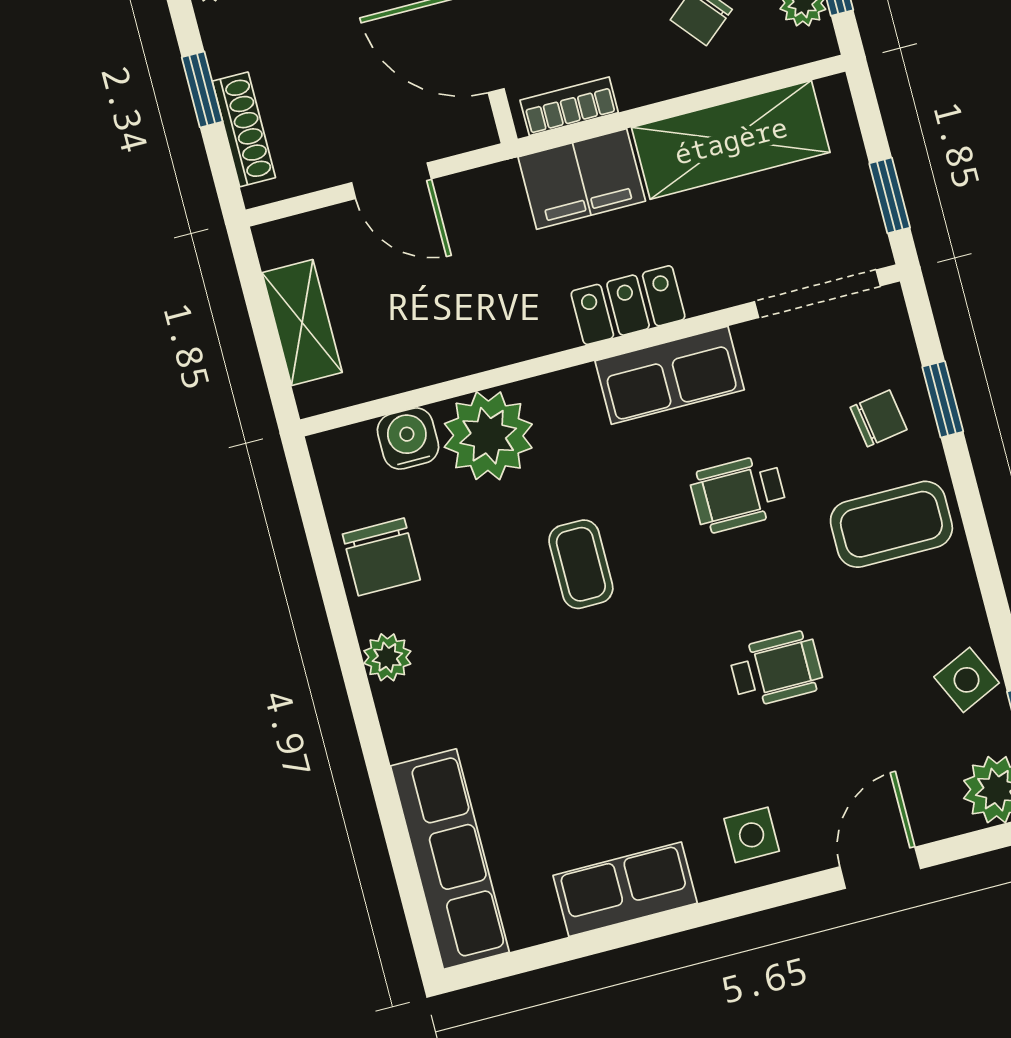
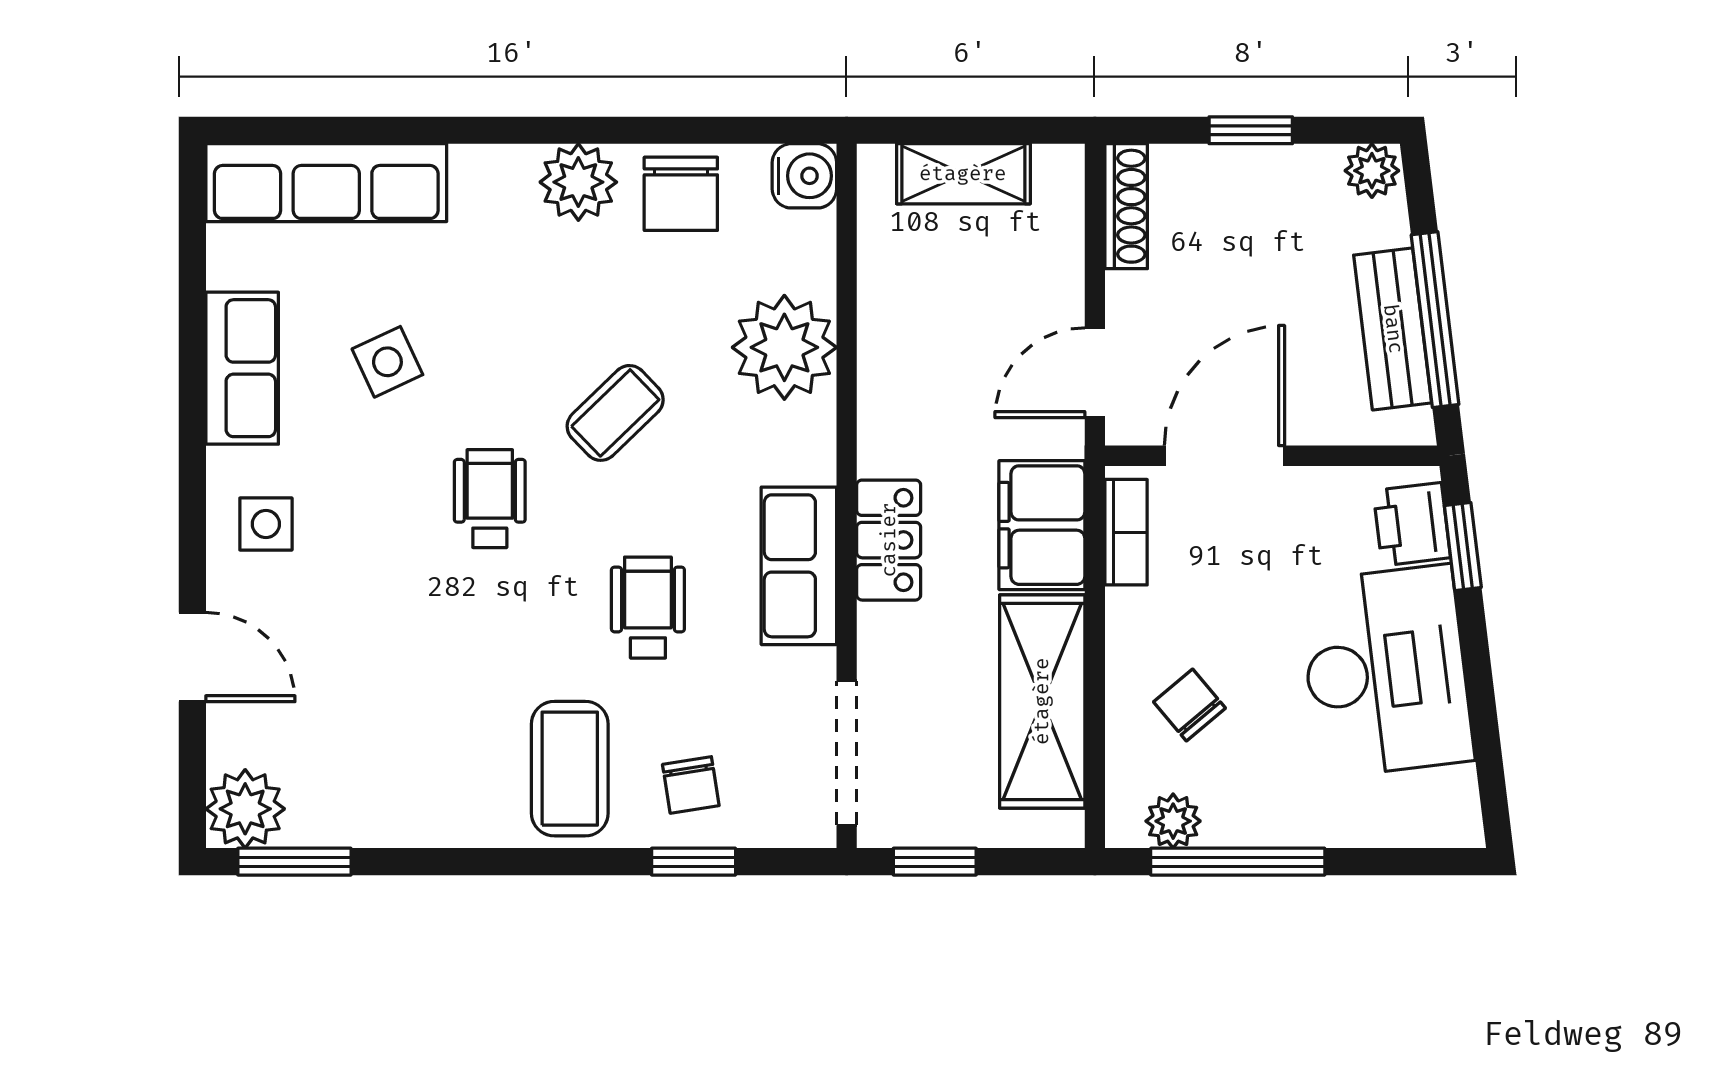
shoe rack: (244, 129) -> (1126, 206), moved, turned -90
door: (391, 181) -> (1095, 373), moved
water cooler: (408, 439) -> (804, 176), moved
chair: (381, 557) -> (681, 194), turned -90
coffee table: (581, 564) -> (615, 413), turned -44
plant: (387, 657) -> (578, 182), width x1.38, depth x1.38
wheelchair: (776, 669) -> (490, 499), moved, turned 180
side table: (967, 680) -> (387, 362), moved

